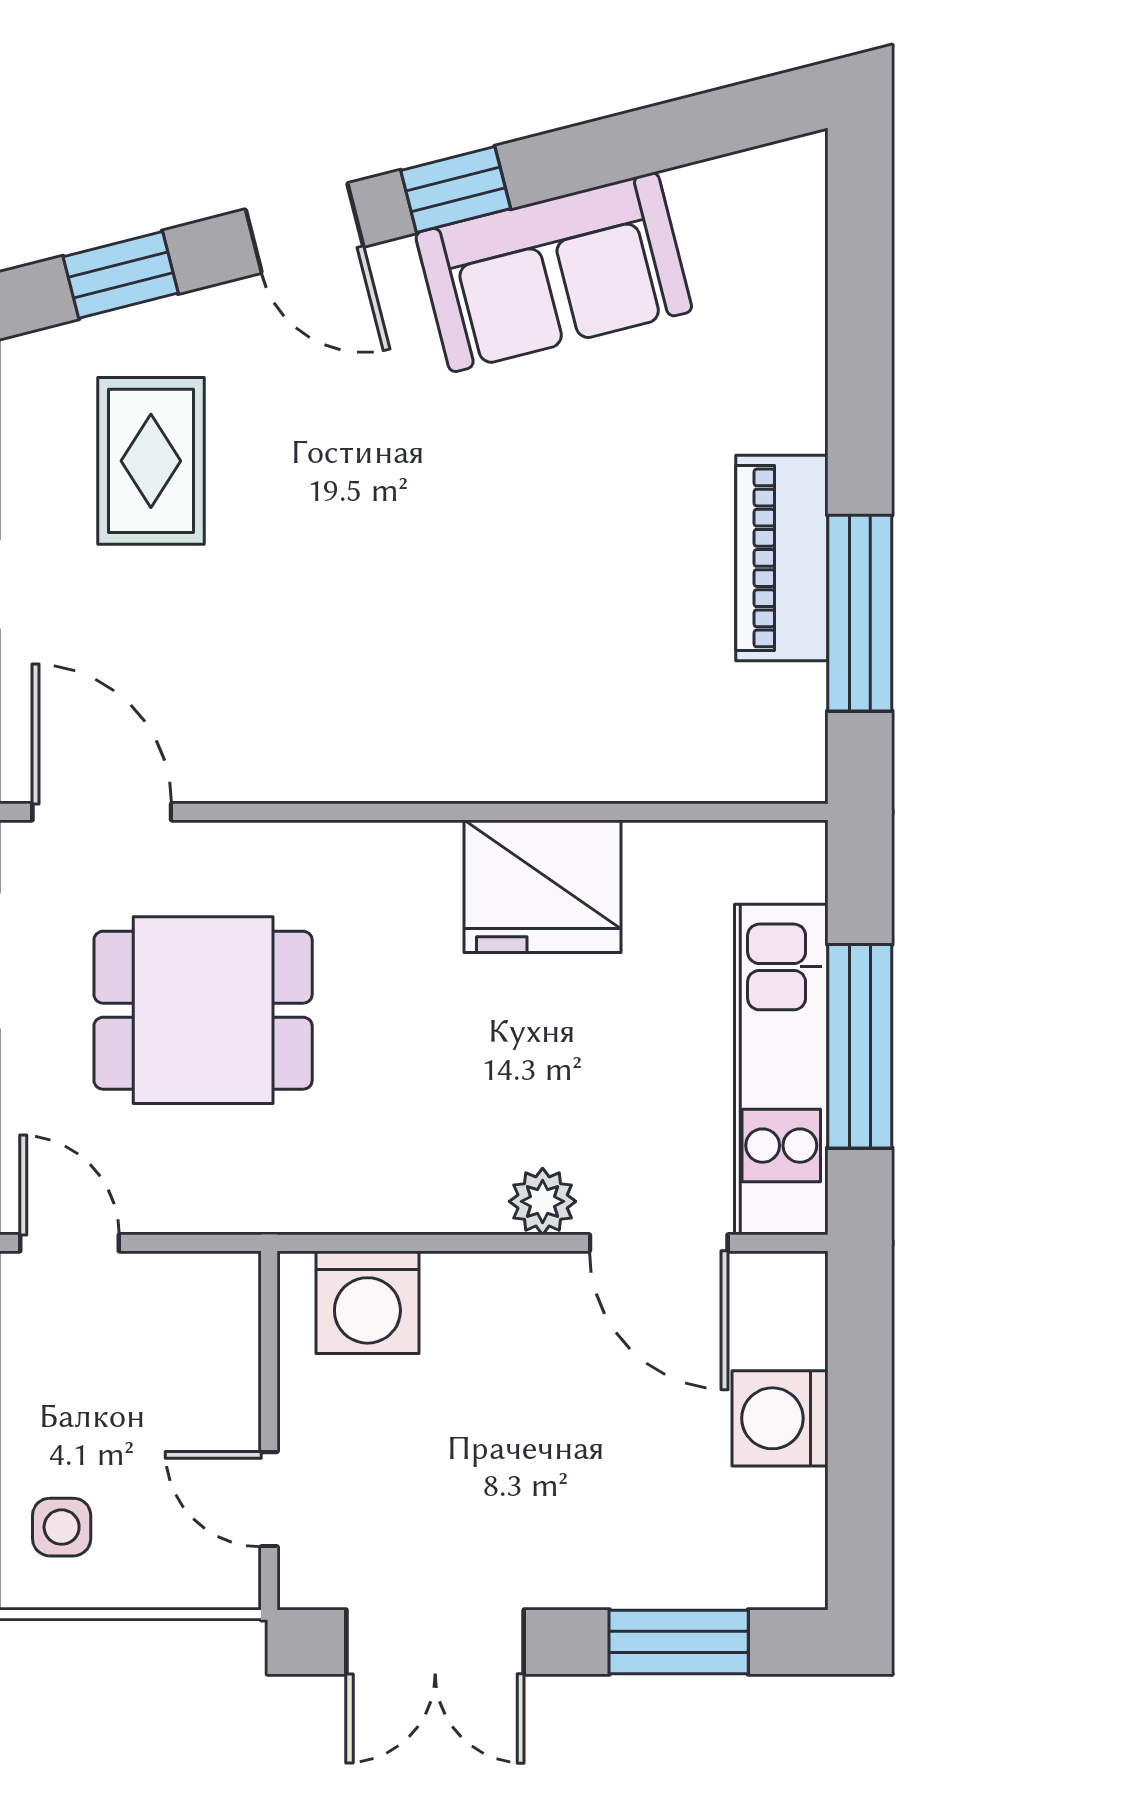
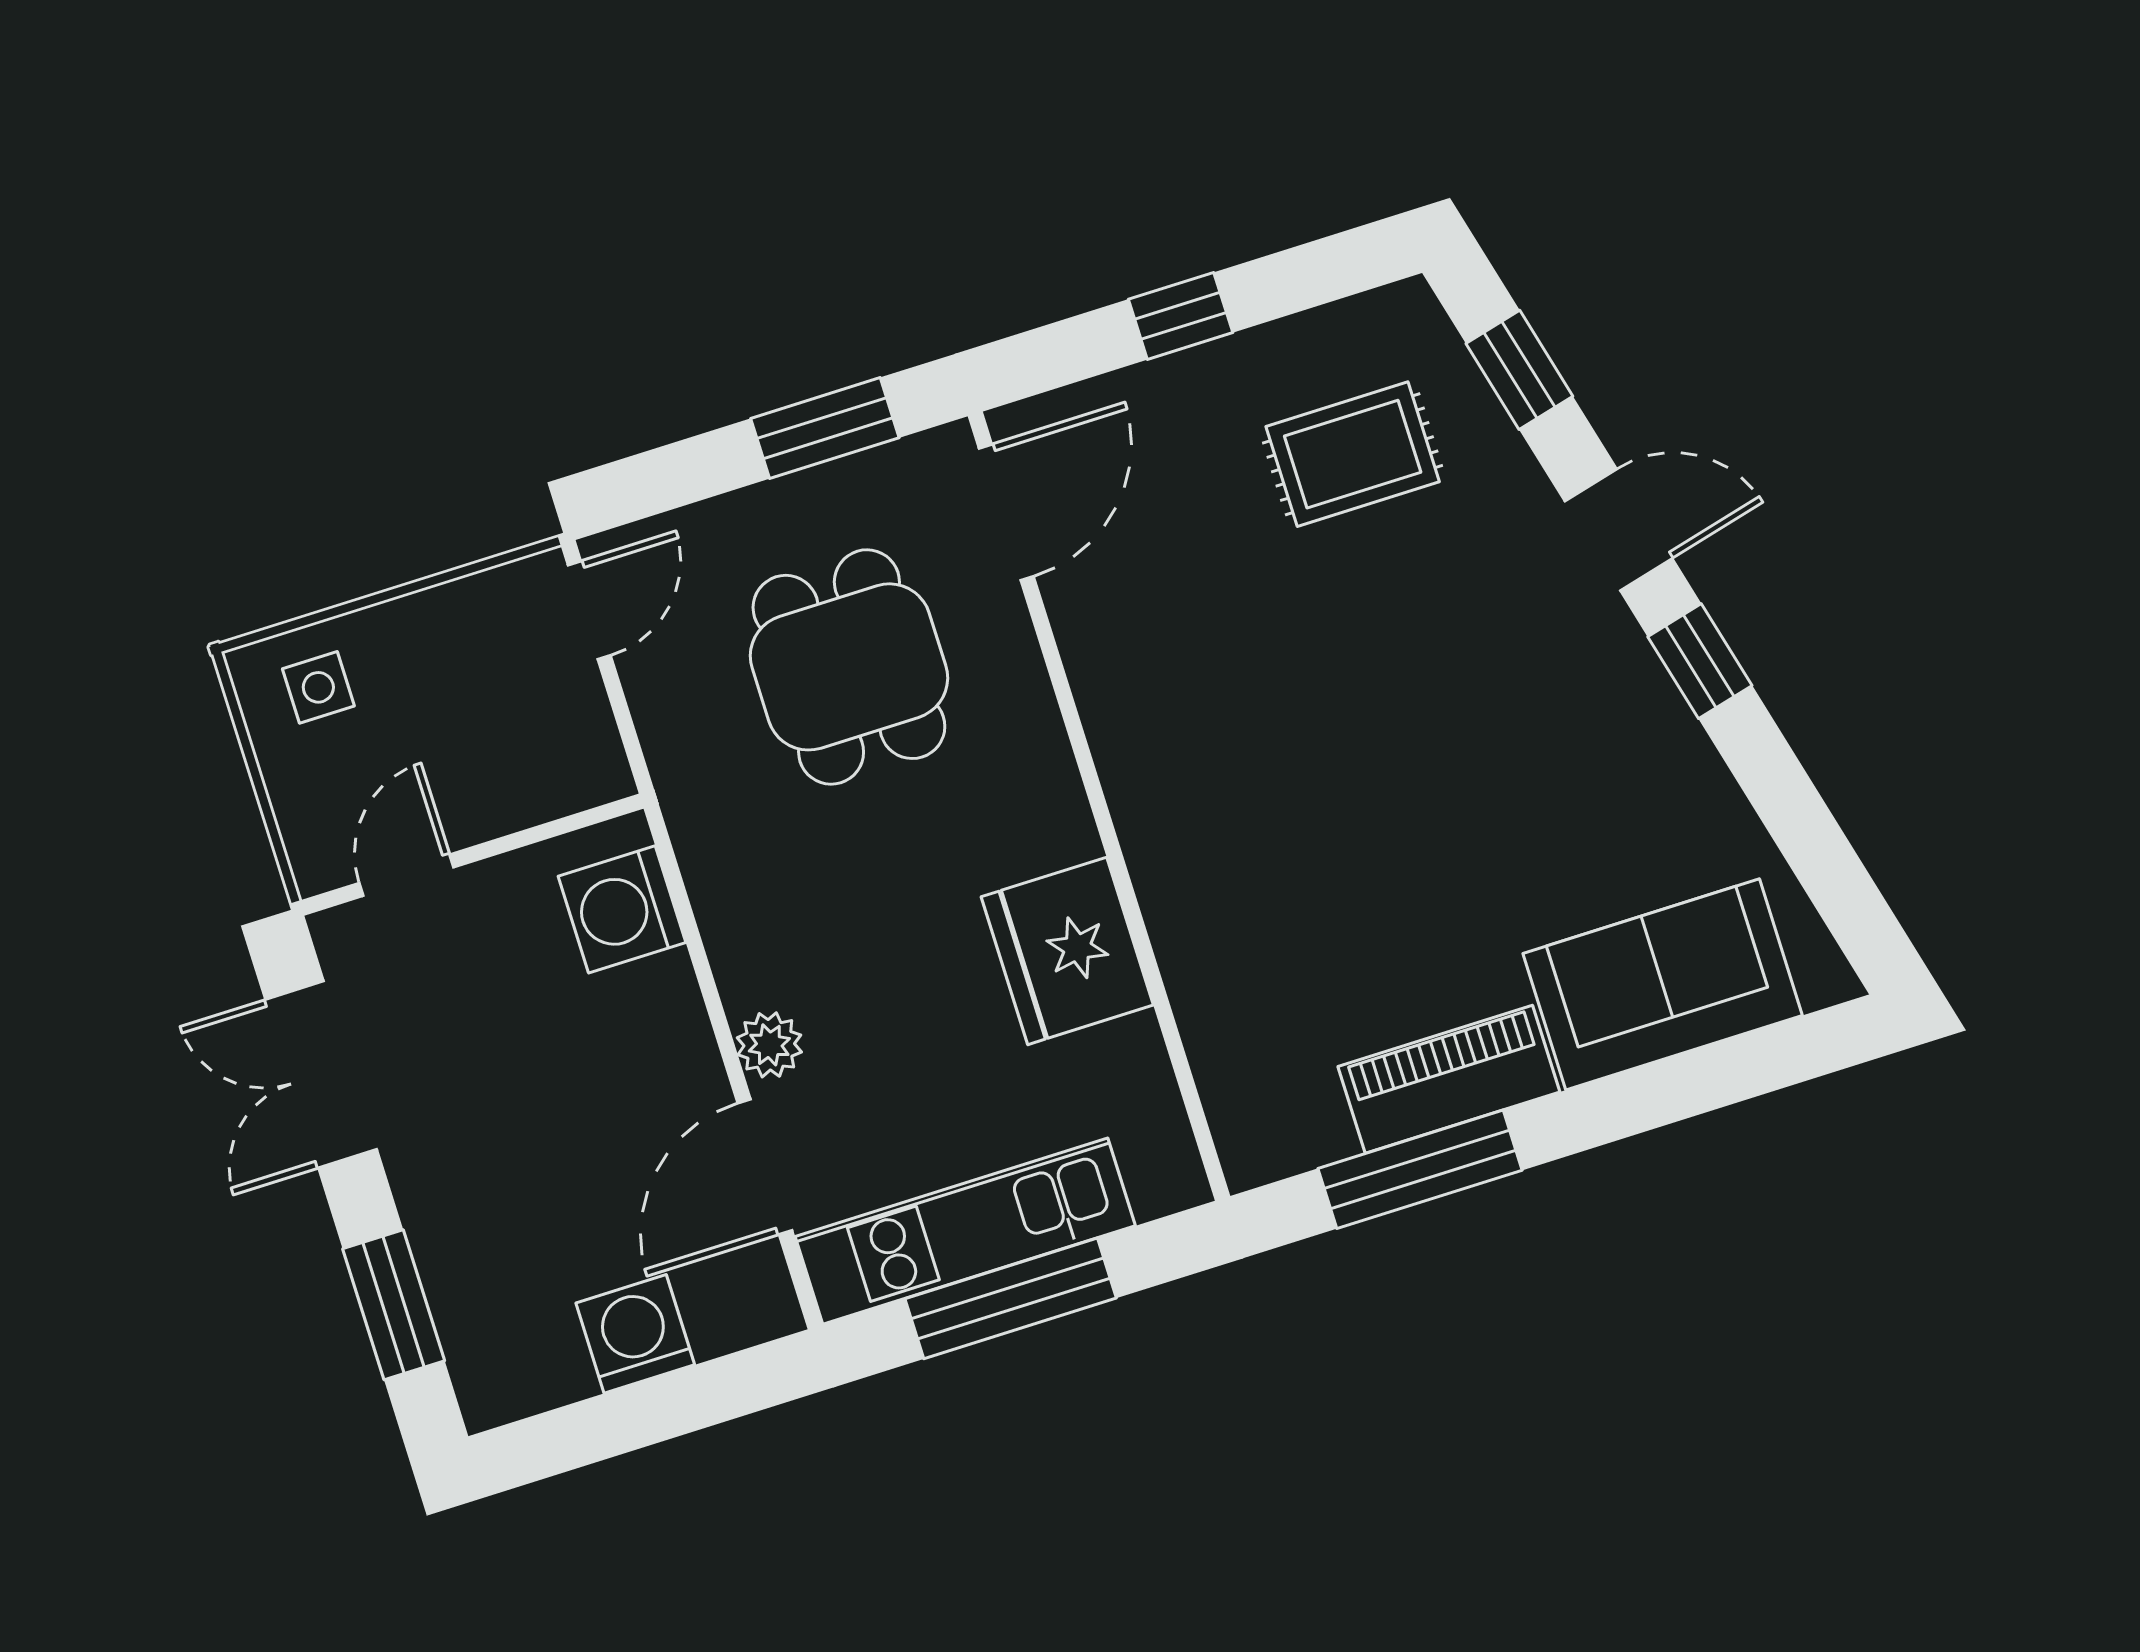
door: (304, 228) -> (1618, 530), swing flipped
sofa: (554, 272) -> (1663, 984), moved, turned 104

